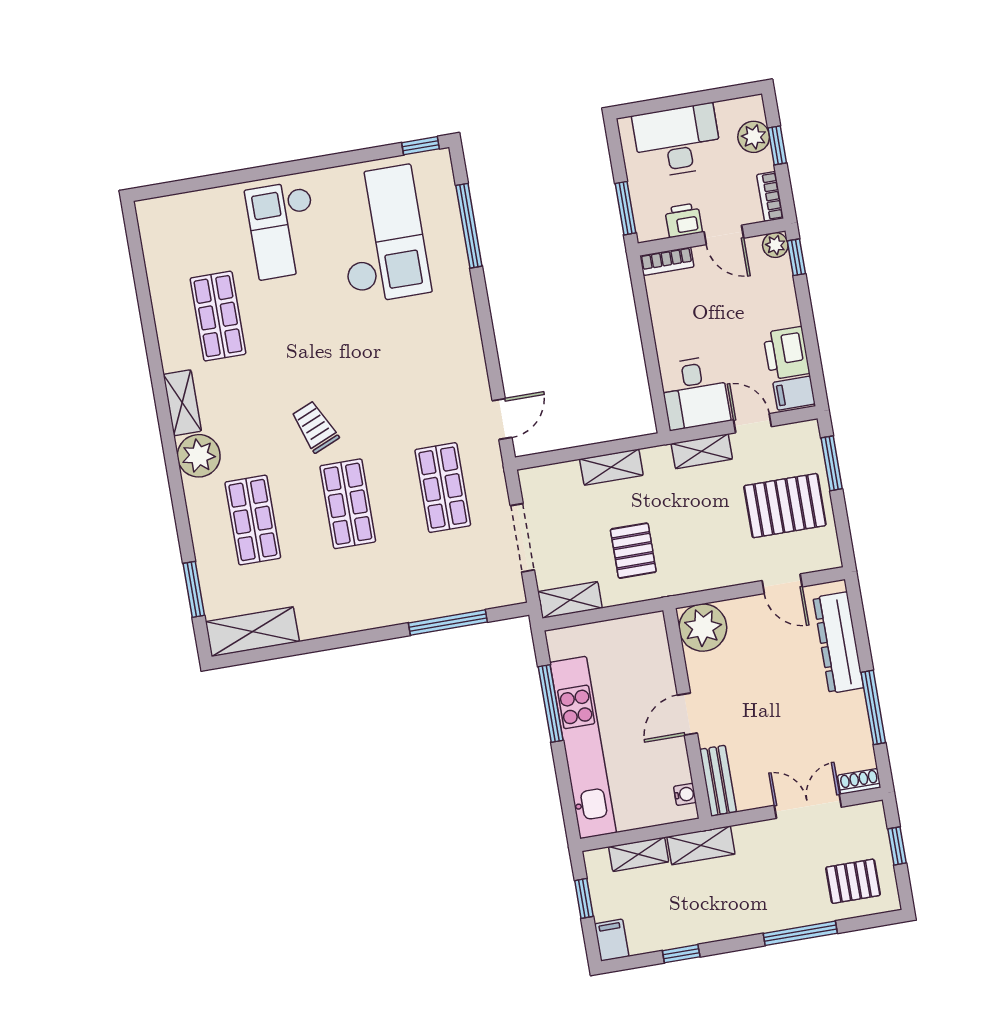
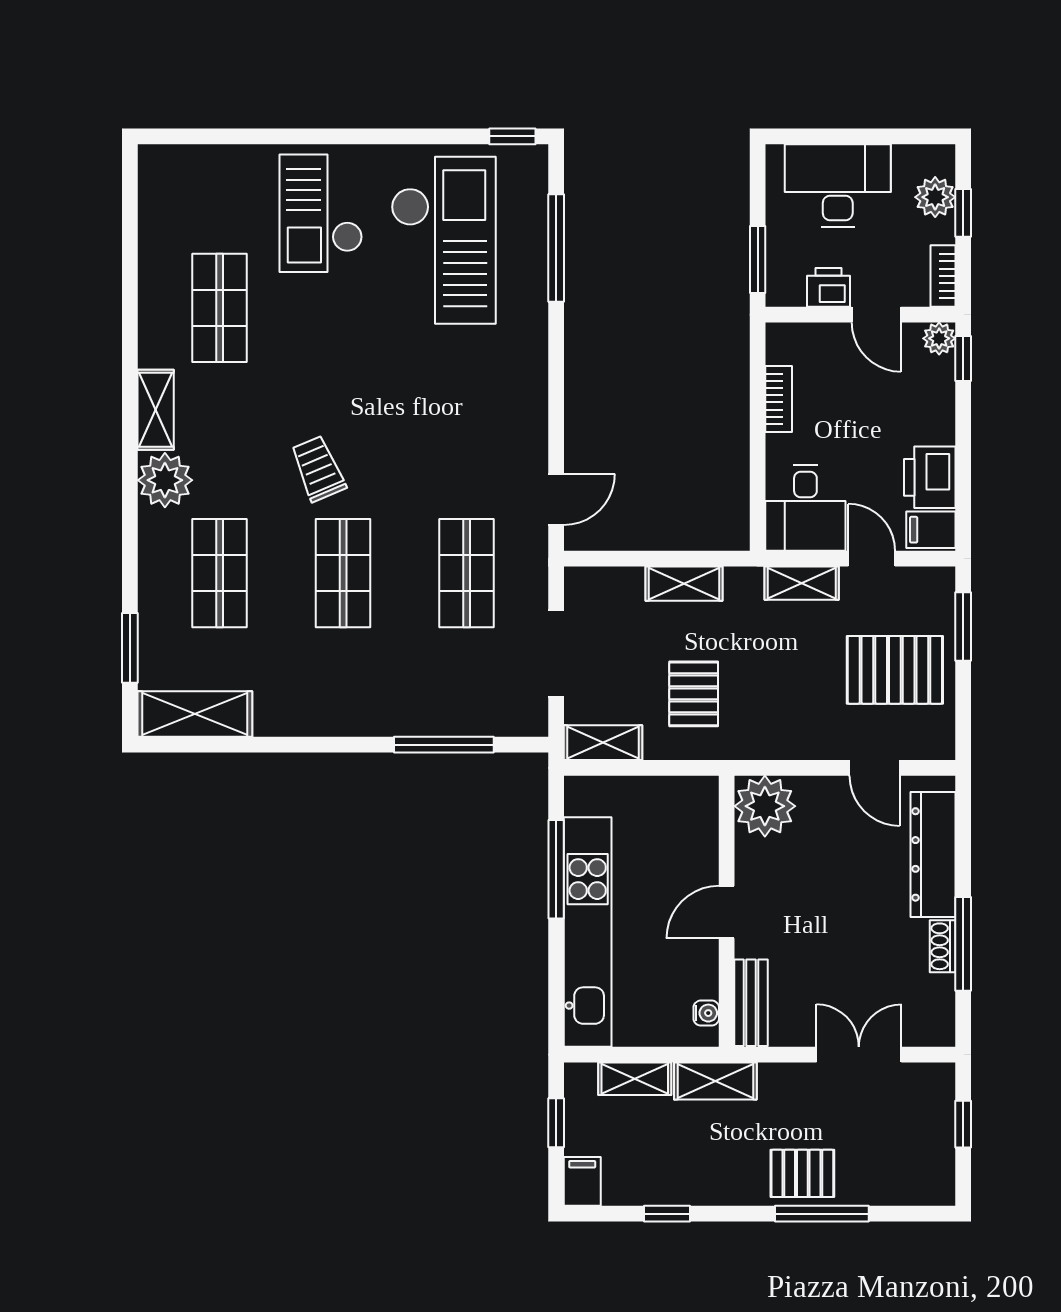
bookcase: (667, 261) -> (779, 399), moved, turned -90
shoe rack: (859, 781) -> (943, 946), moved, turned -90
pallet: (853, 881) -> (802, 1173), moved

